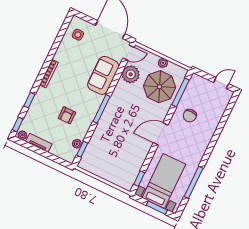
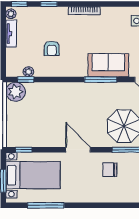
plant: (131, 74) -> (16, 92), moved
window: (102, 109) -> (101, 80), moved
armchair: (67, 115) -> (52, 48), turned -90

